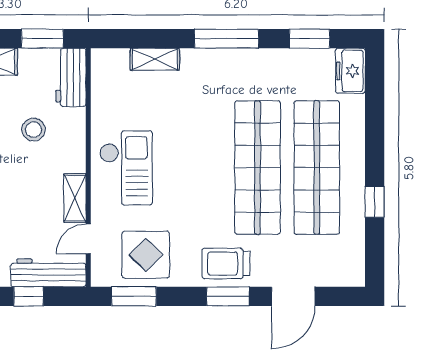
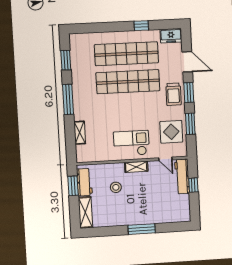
freezer: (350, 71) -> (171, 36), moved
workbench: (71, 77) -> (84, 182), moved, turned -90
shelving: (75, 198) -> (136, 167), moved
window: (134, 296) -> (190, 124), moved

